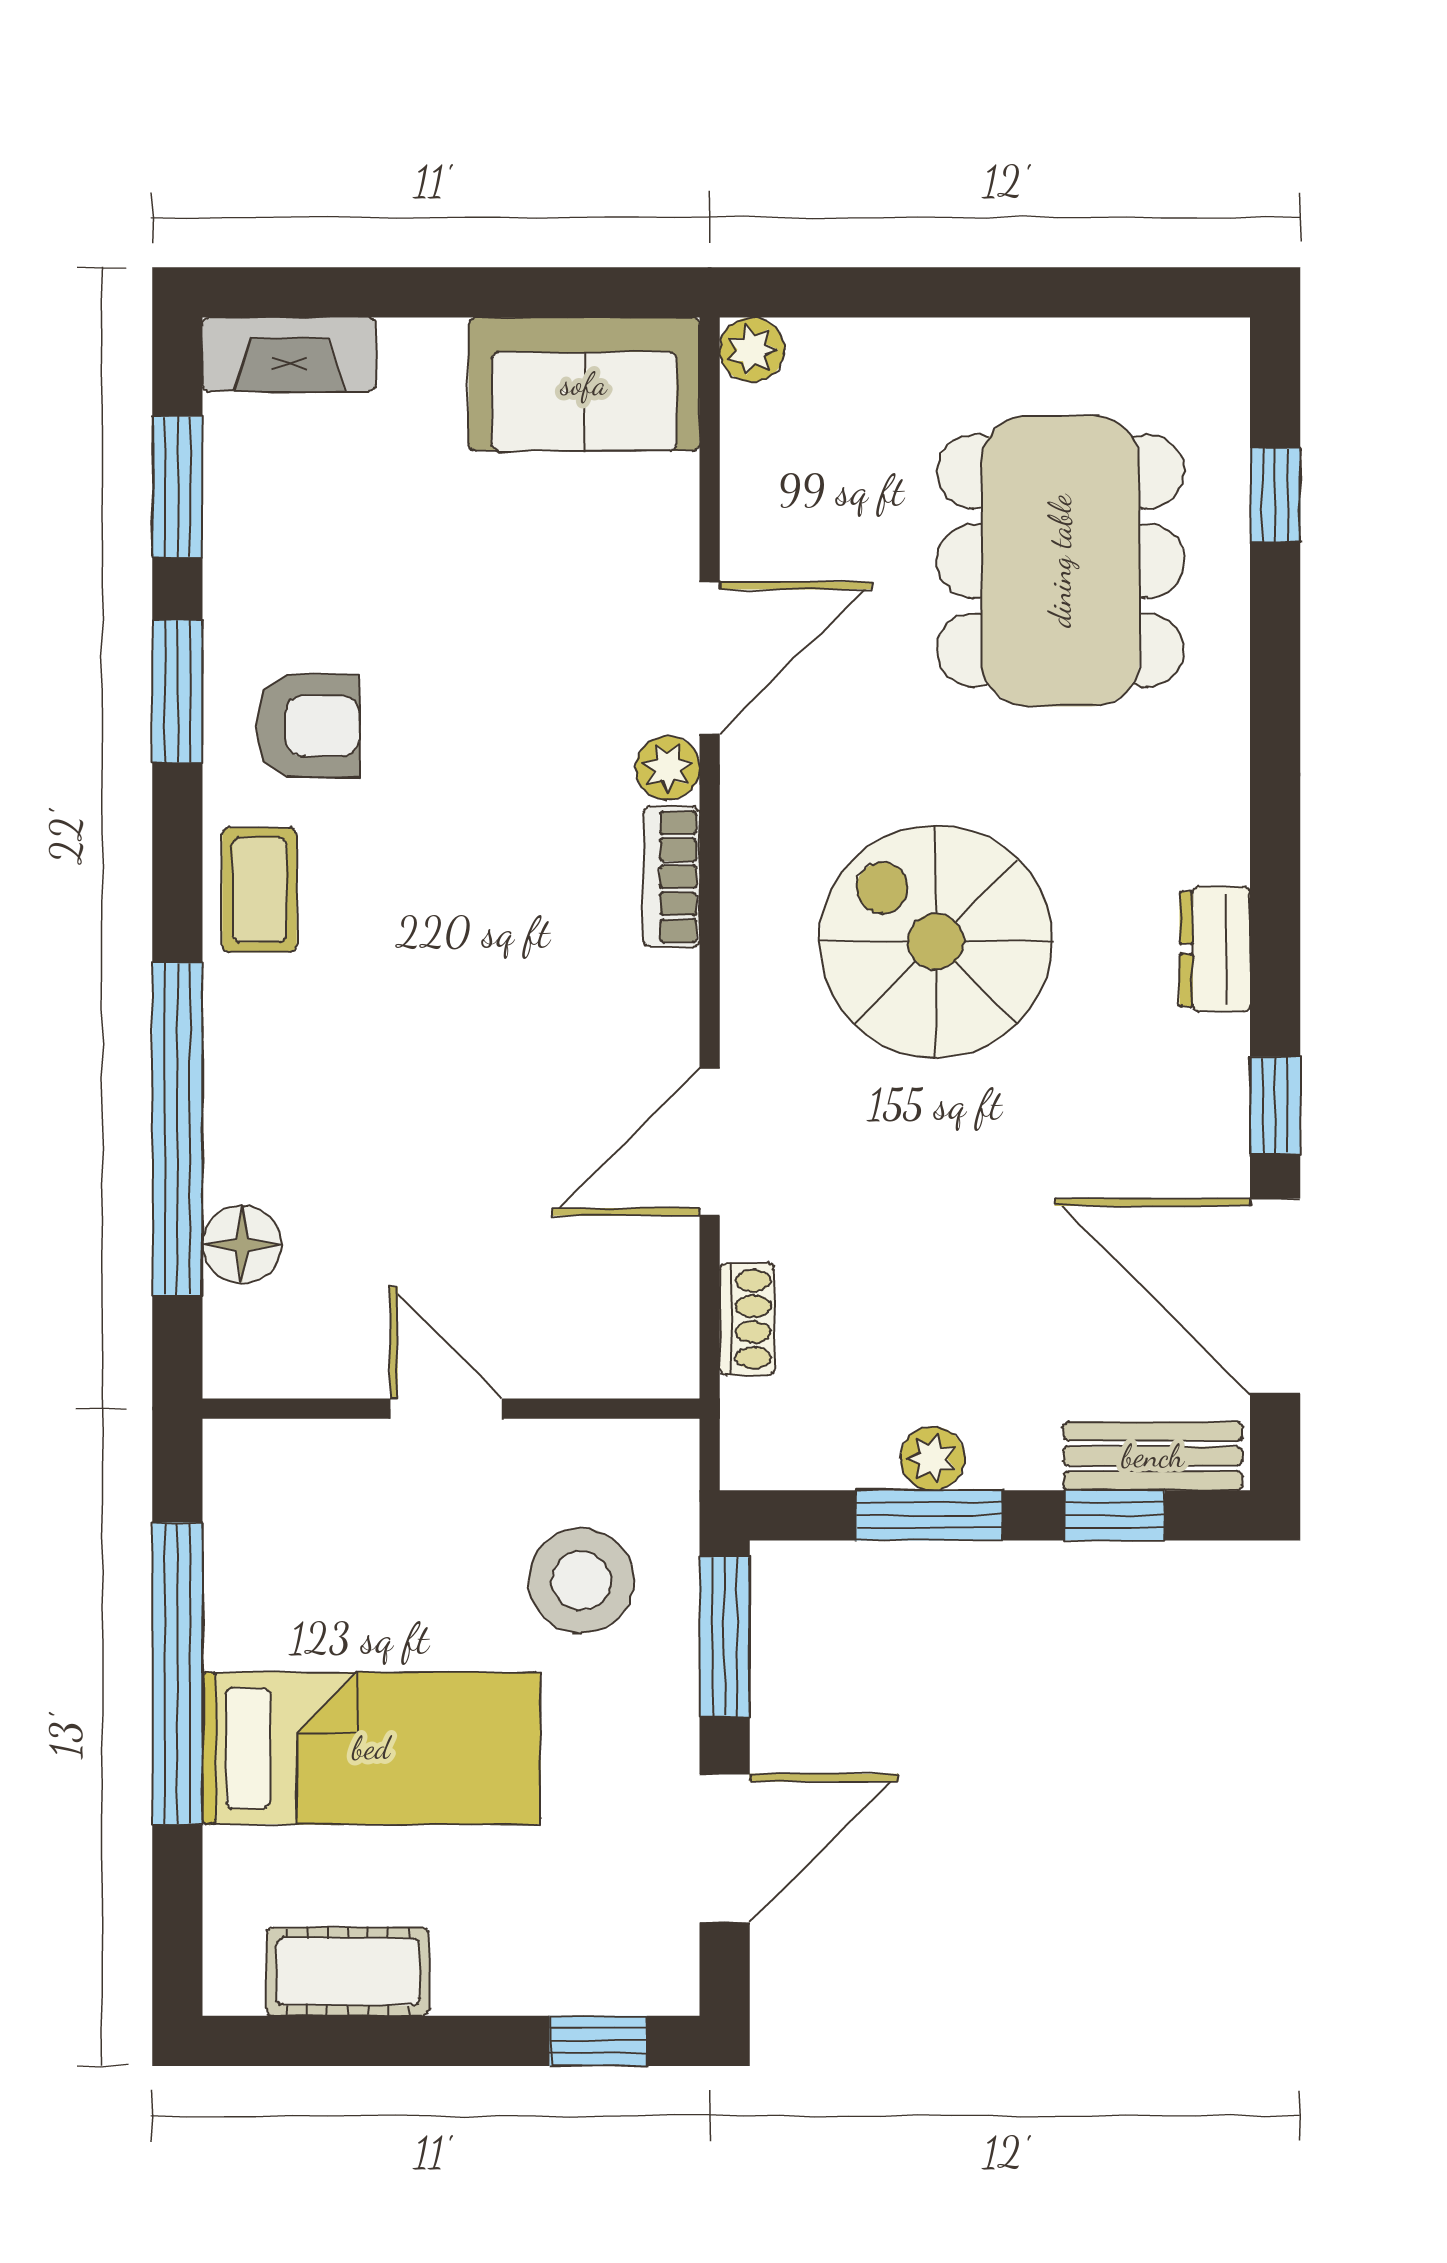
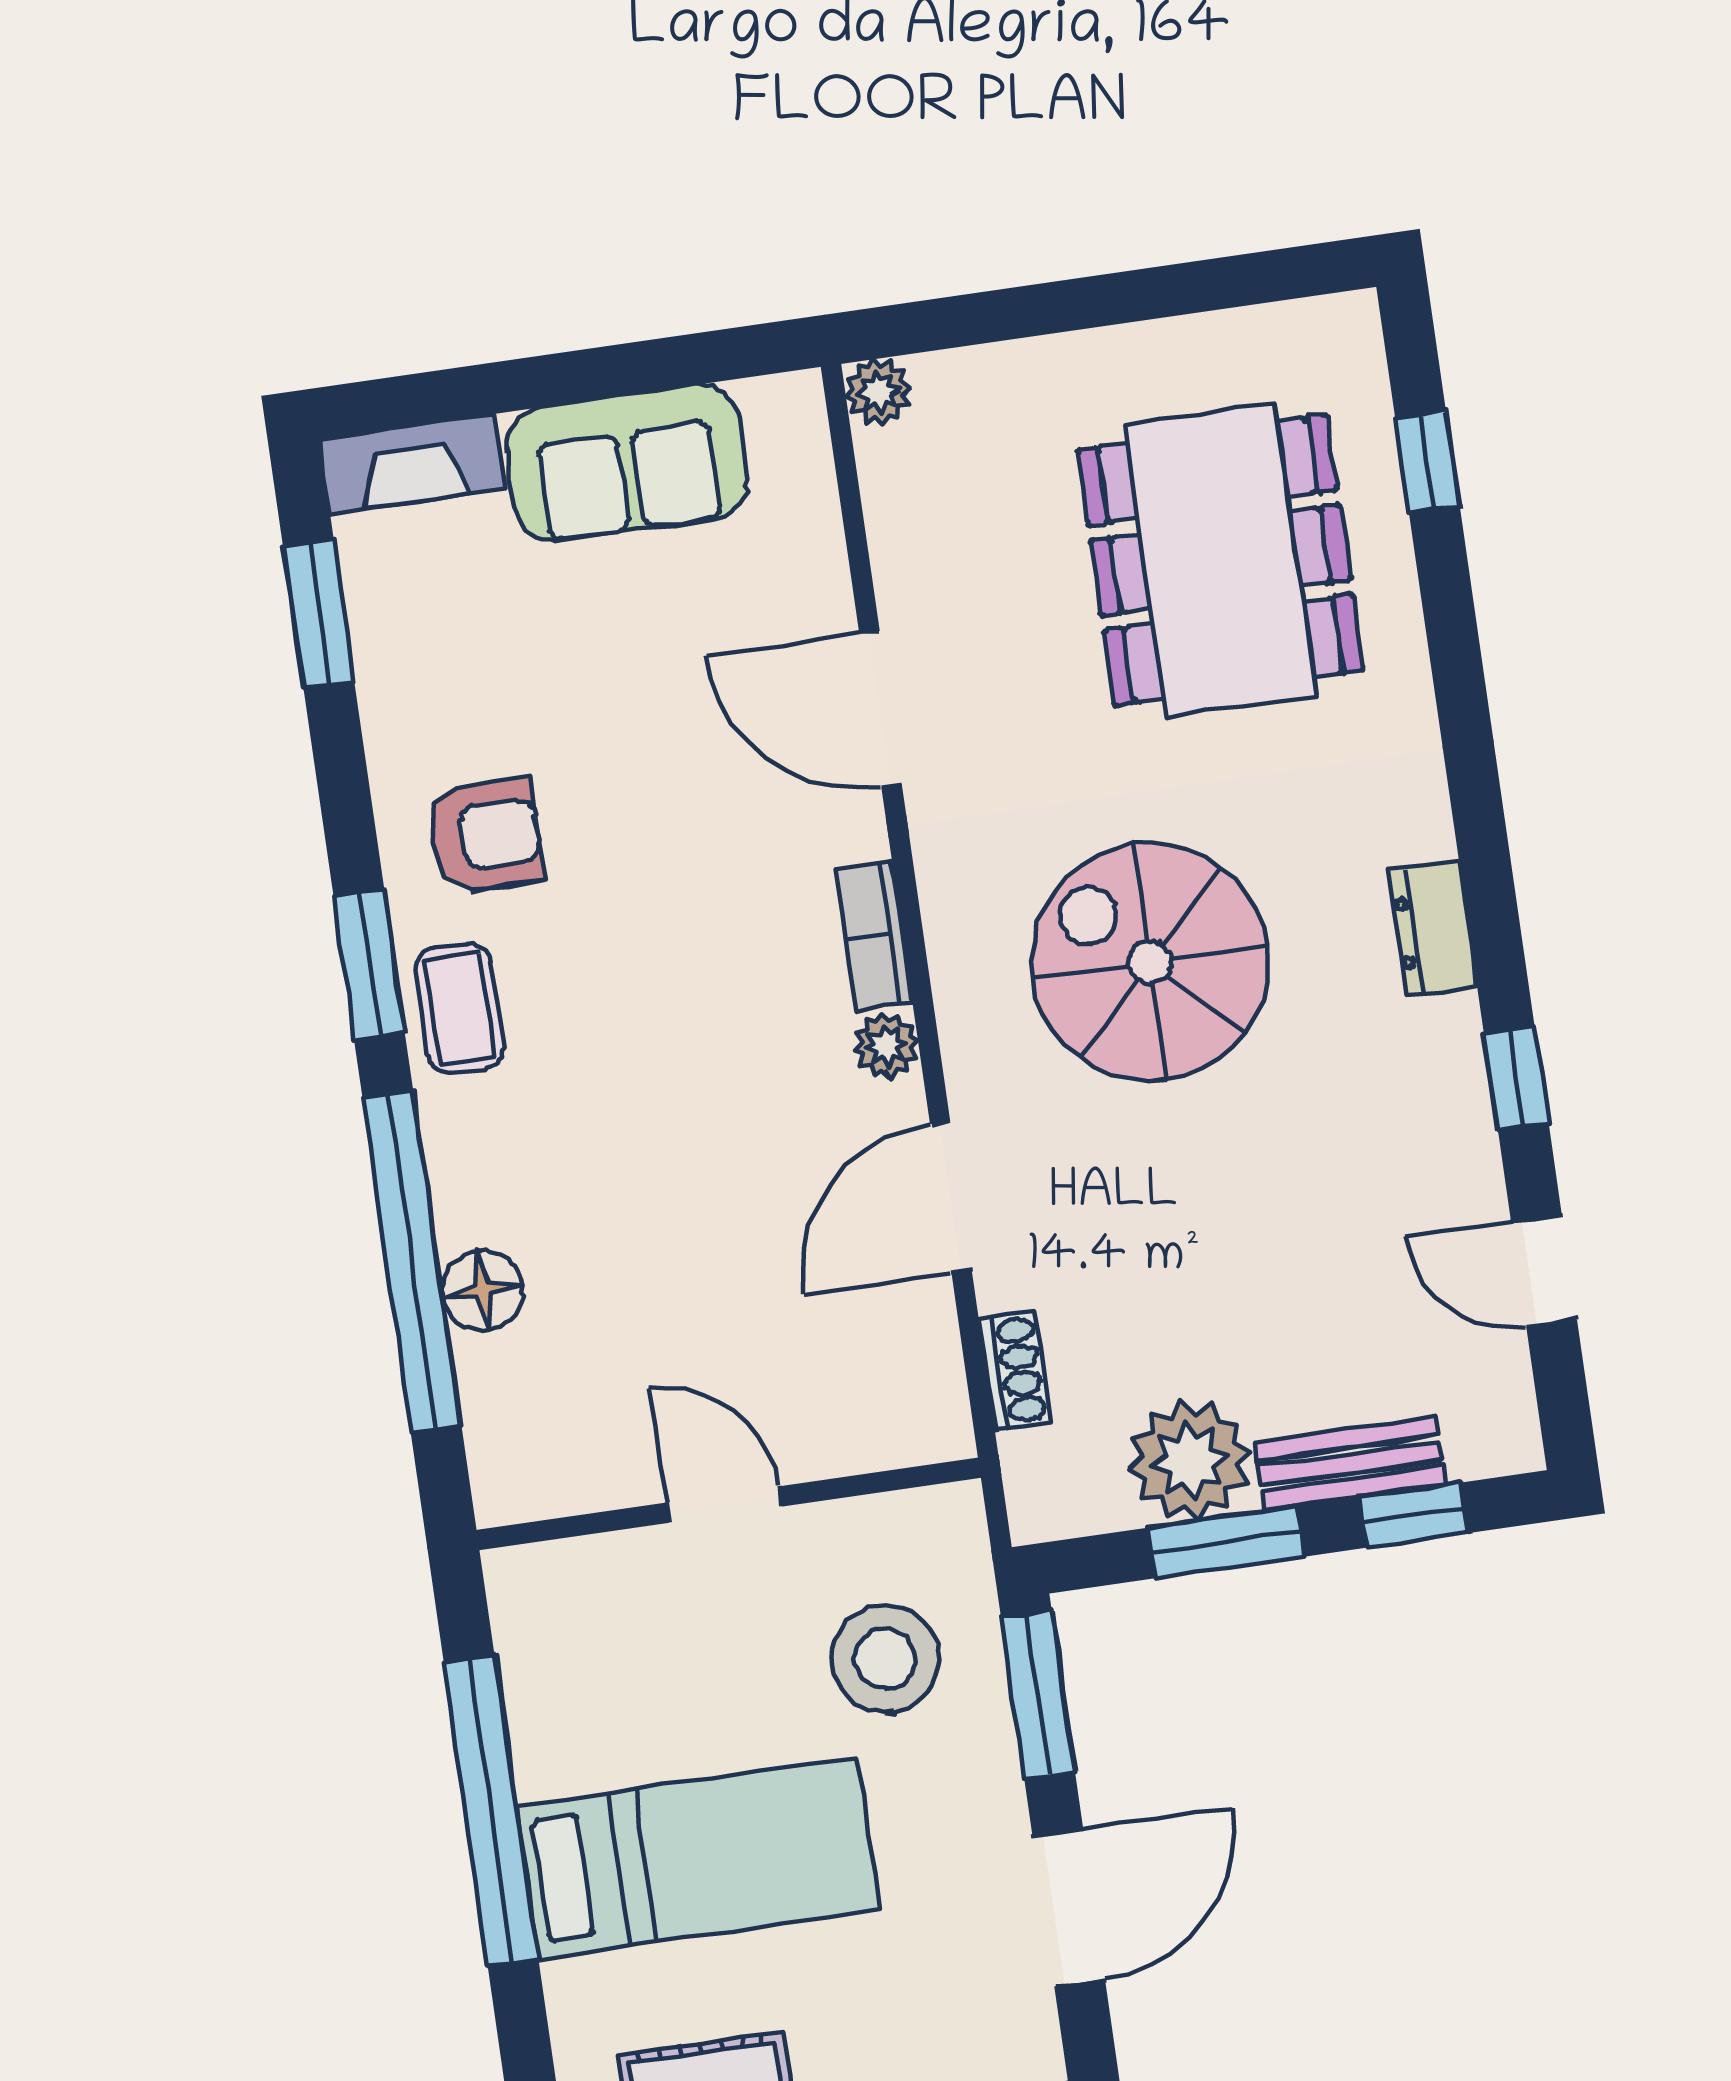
sofa: (584, 384) -> (627, 463), moved
door: (710, 658) -> (881, 709), swing flipped
window: (177, 691) -> (369, 964), moved
plant: (668, 768) -> (886, 1046), moved
floor lamp: (242, 1245) -> (483, 1290), moved
door: (1275, 1296) -> (1544, 1271), width x0.53
bench: (1153, 1456) -> (1351, 1463), moved
plant: (933, 1458) -> (1190, 1460), width x1.88, depth x1.88

